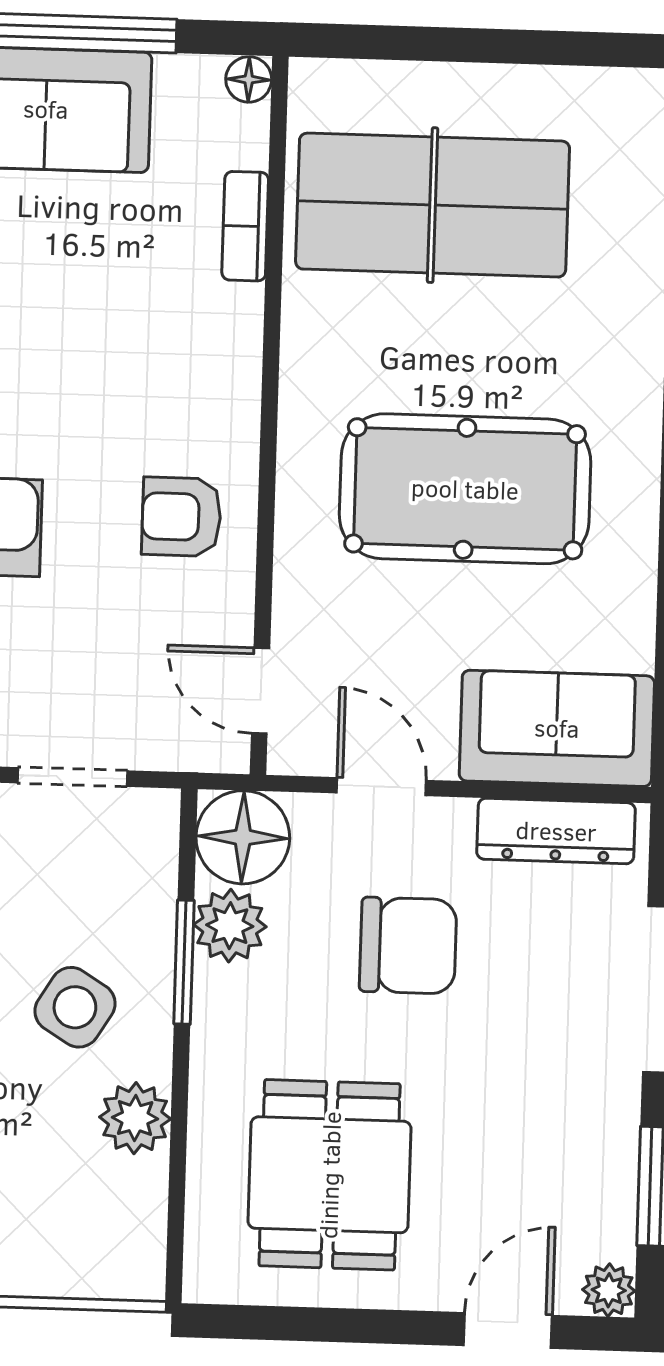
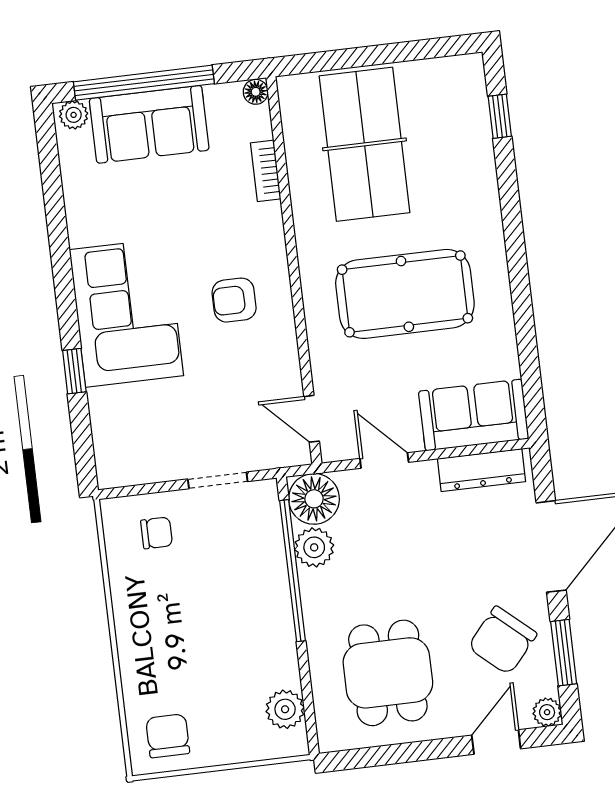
table tennis table: (433, 205) -> (364, 144), turned 90
armchair: (181, 517) -> (234, 300), moved
chair: (408, 946) -> (502, 640), moved, turned 131
window: (184, 962) -> (293, 571), width x2.11
side table: (75, 1007) -> (238, 604), removed
plant: (135, 1118) -> (285, 709), moved

